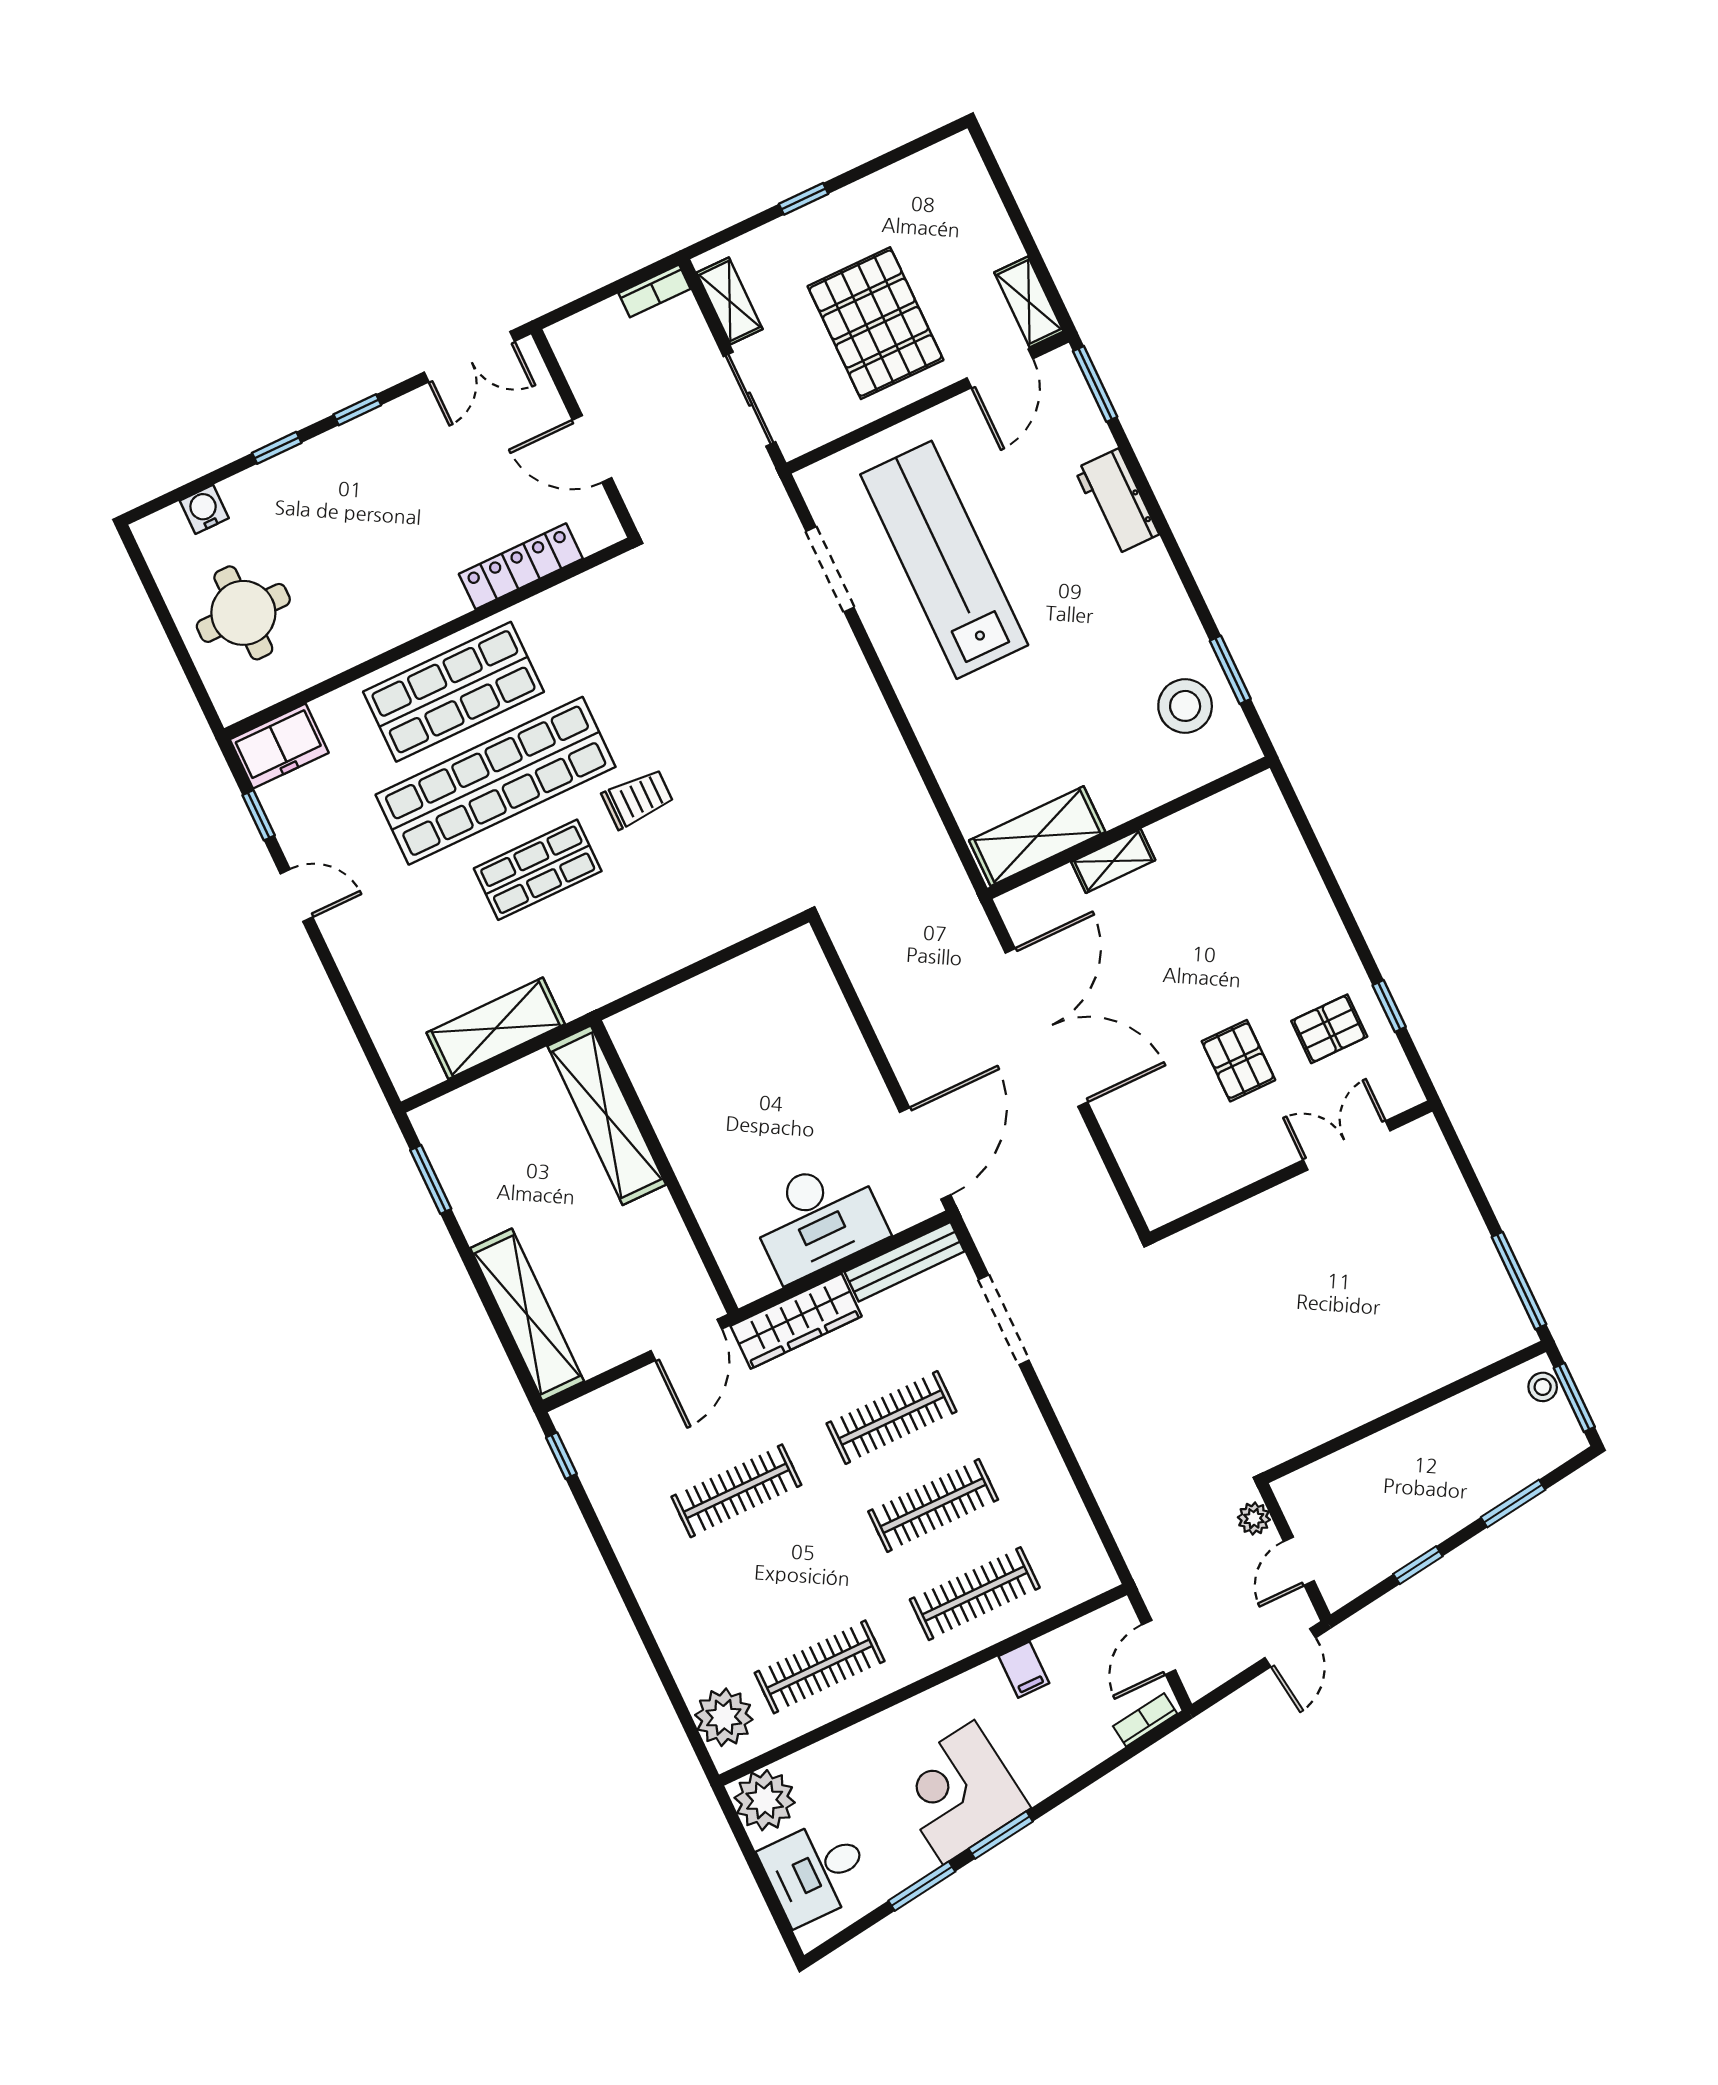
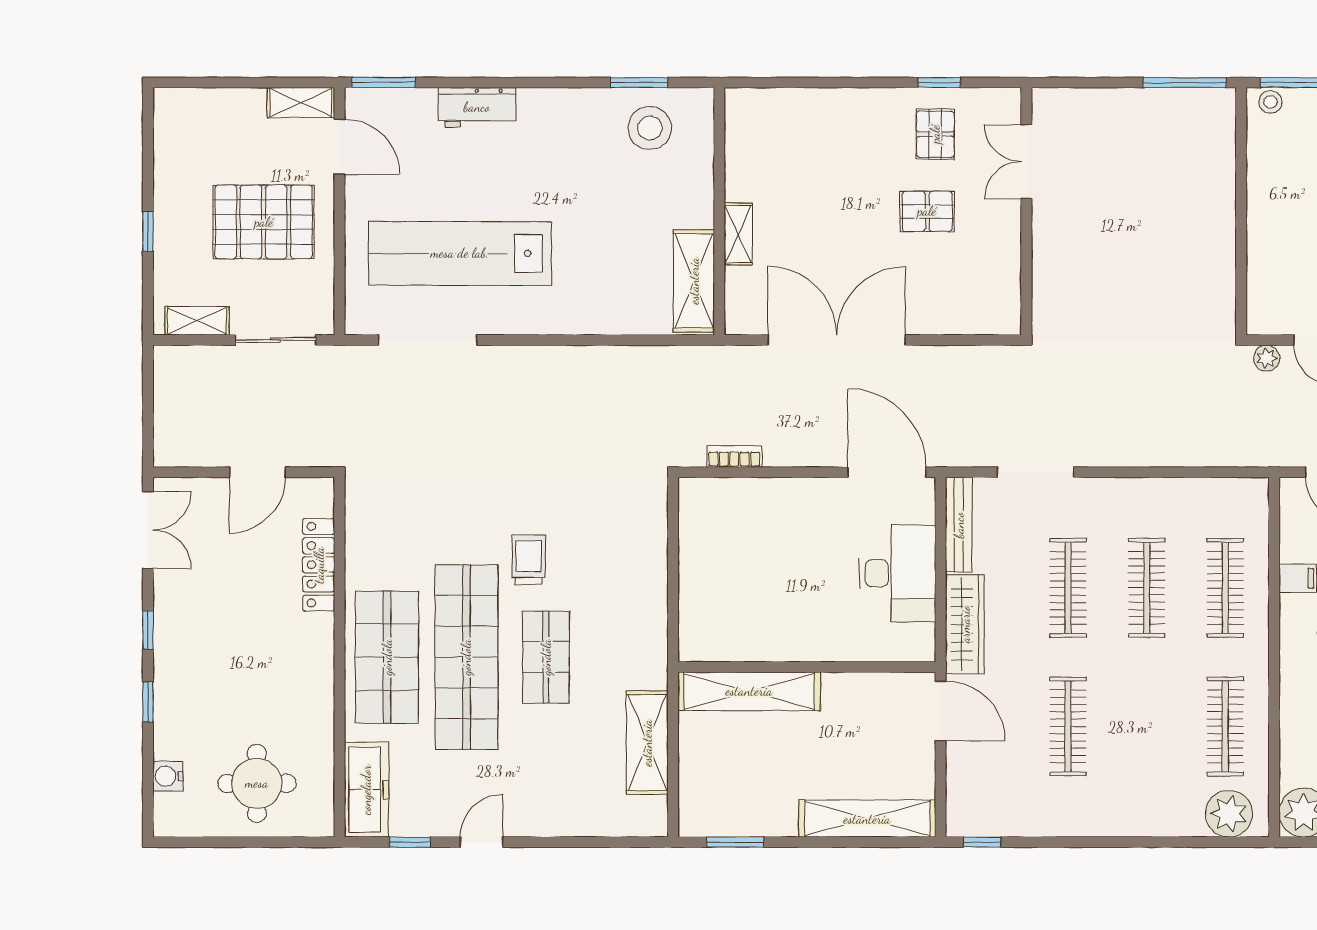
bookcase: (654, 291) -> (734, 456), moved, turned -90
doorway: (830, 569) -> (428, 340), width x1.36
freezer: (279, 746) -> (366, 790), width x1.40

